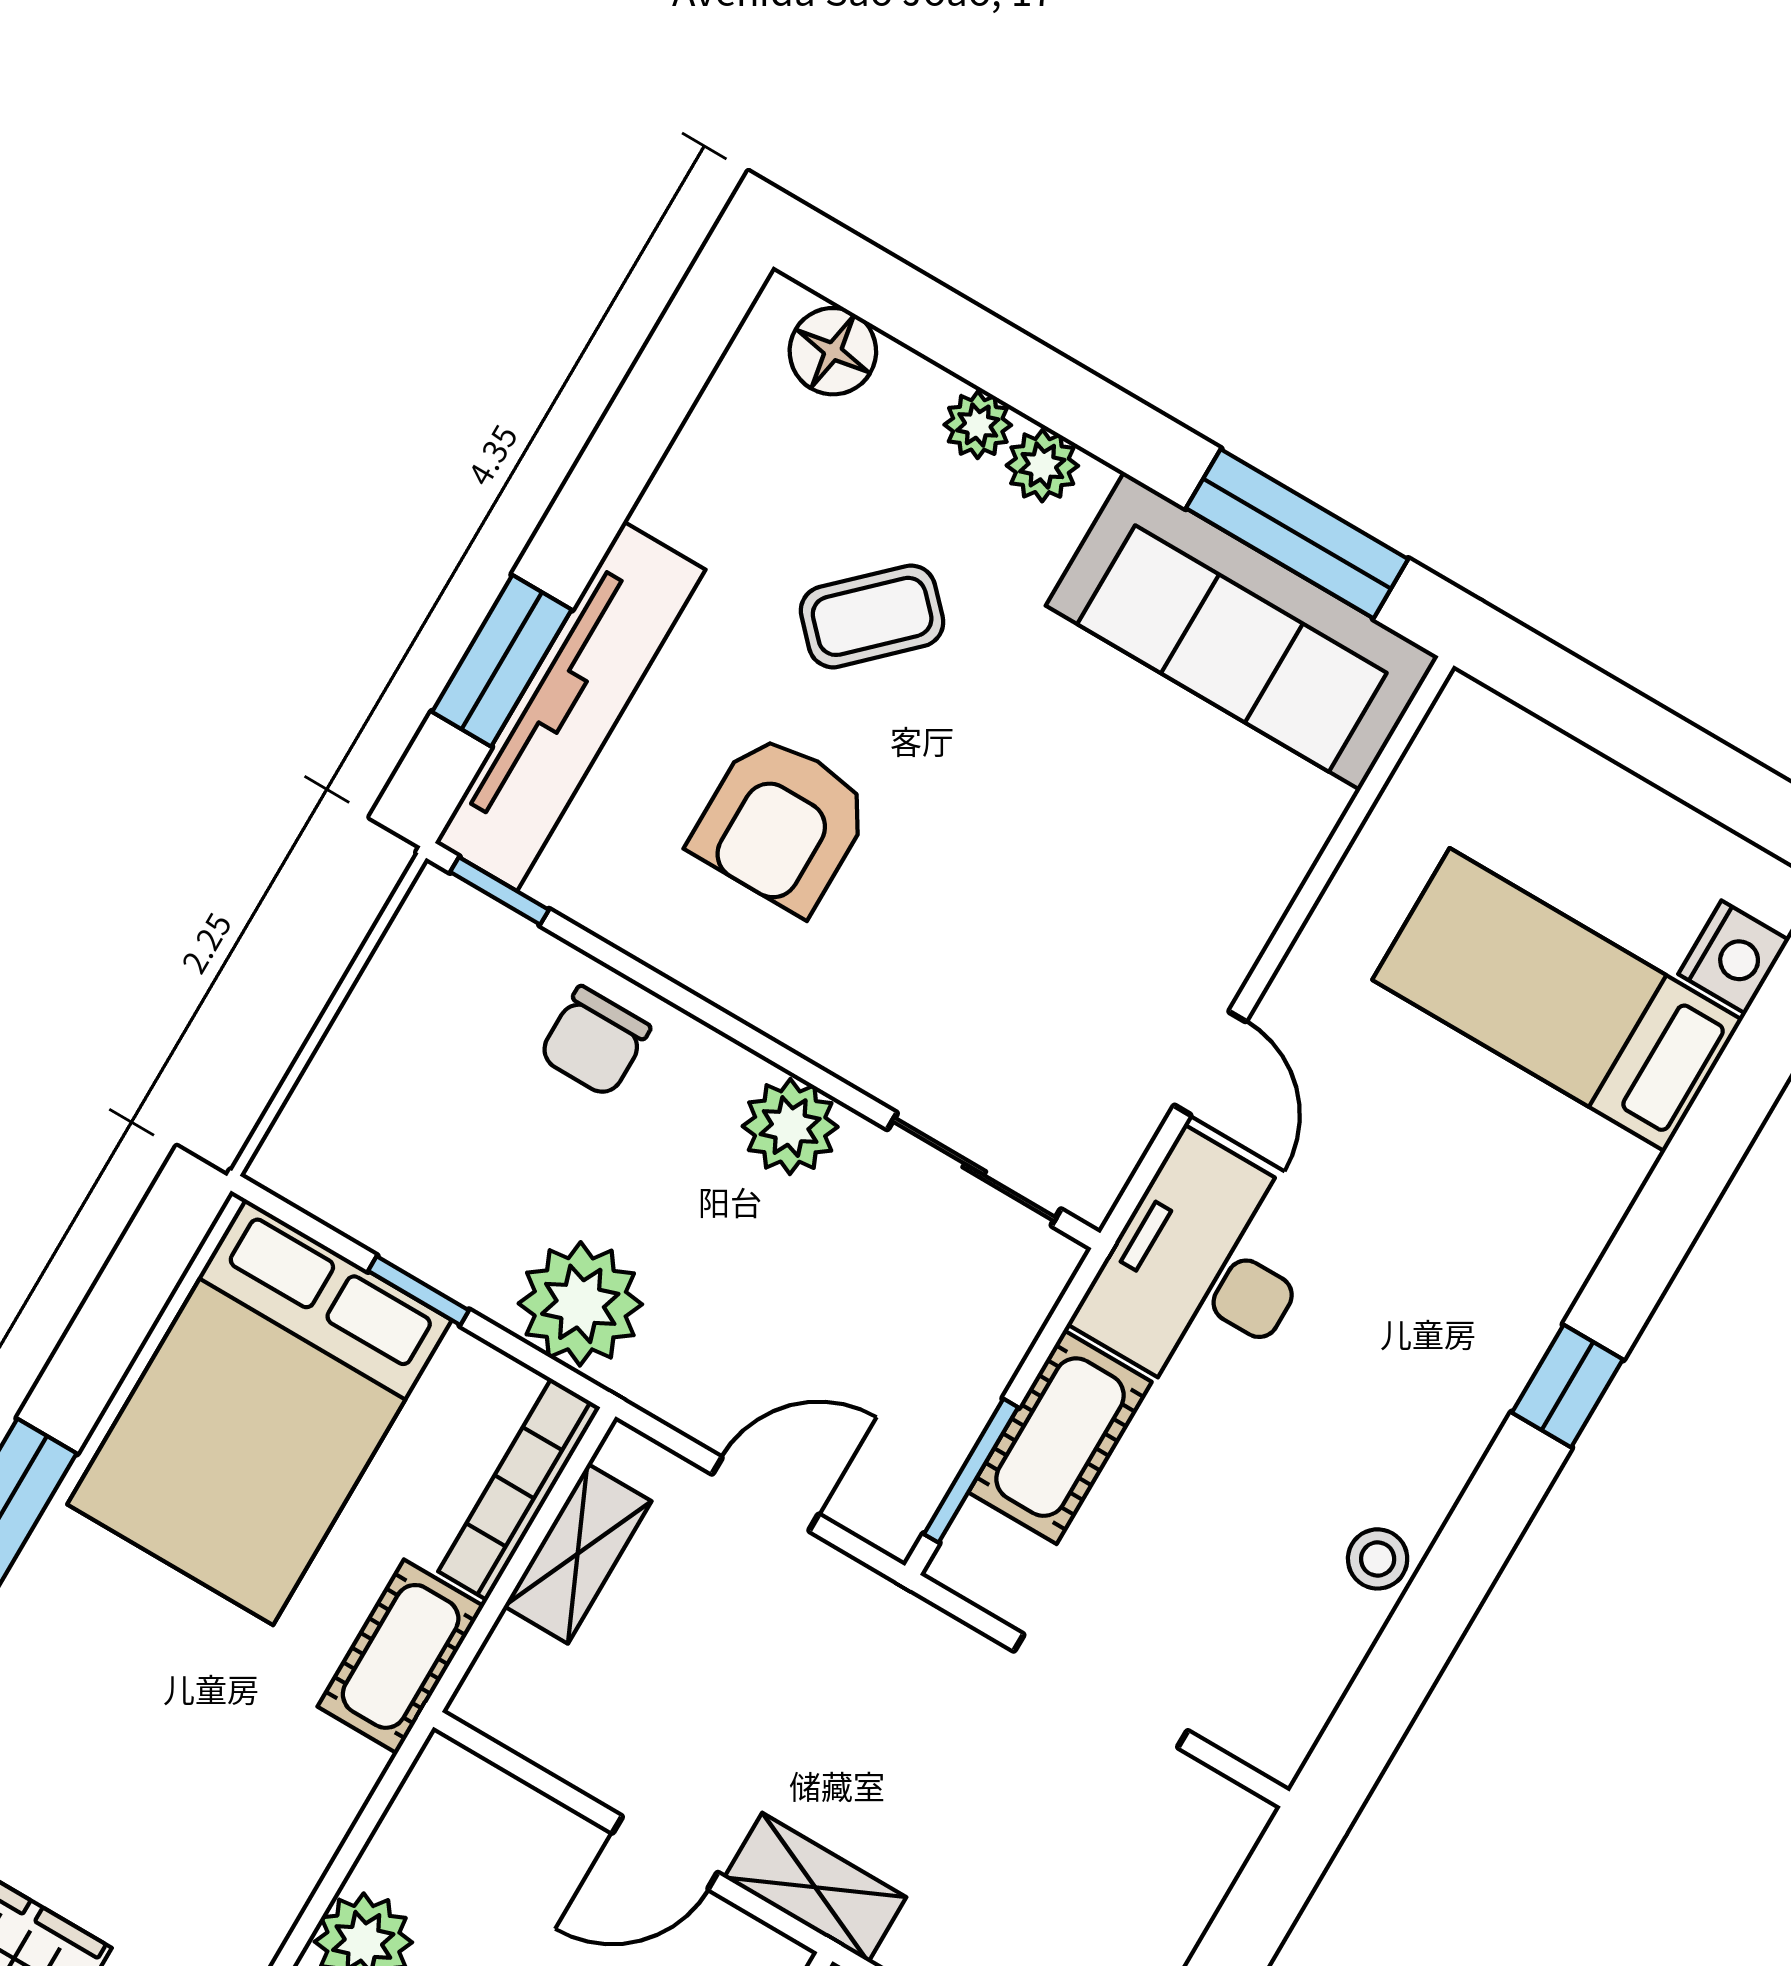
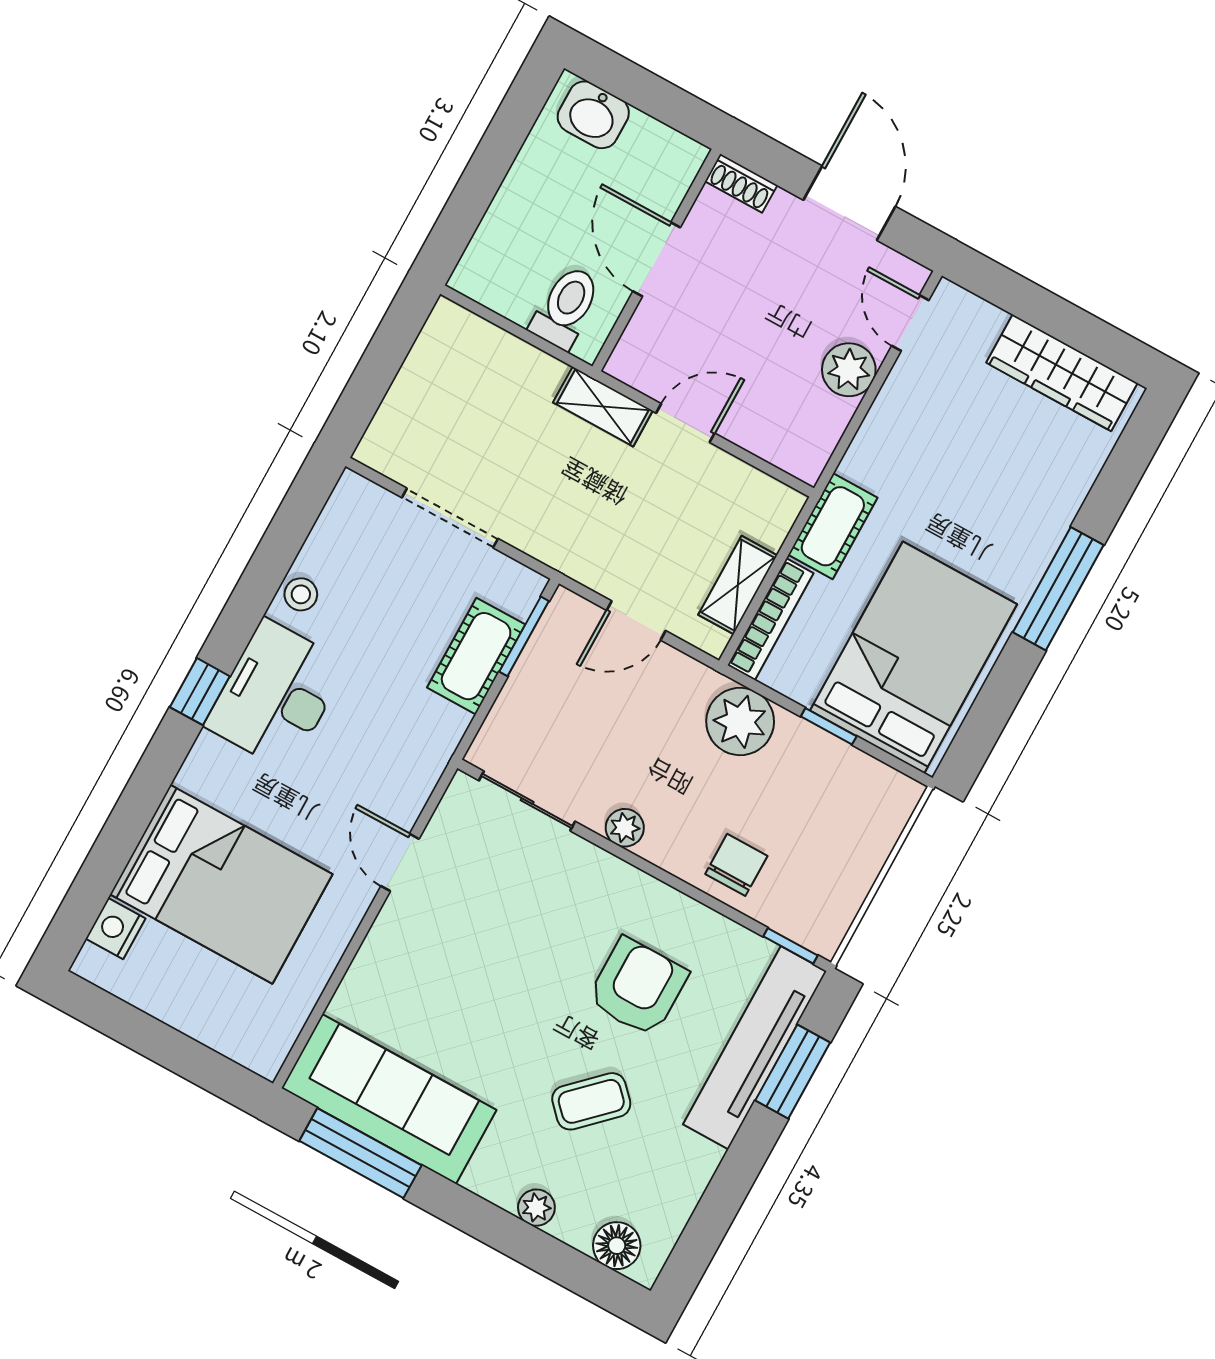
plant: (1042, 466) -> (501, 1186), removed
bed: (1557, 1000) -> (221, 884), width x1.50
plant: (790, 1127) -> (625, 828), width x0.73, depth x0.73
desk: (1204, 1270) -> (276, 695), moved, turned 180

